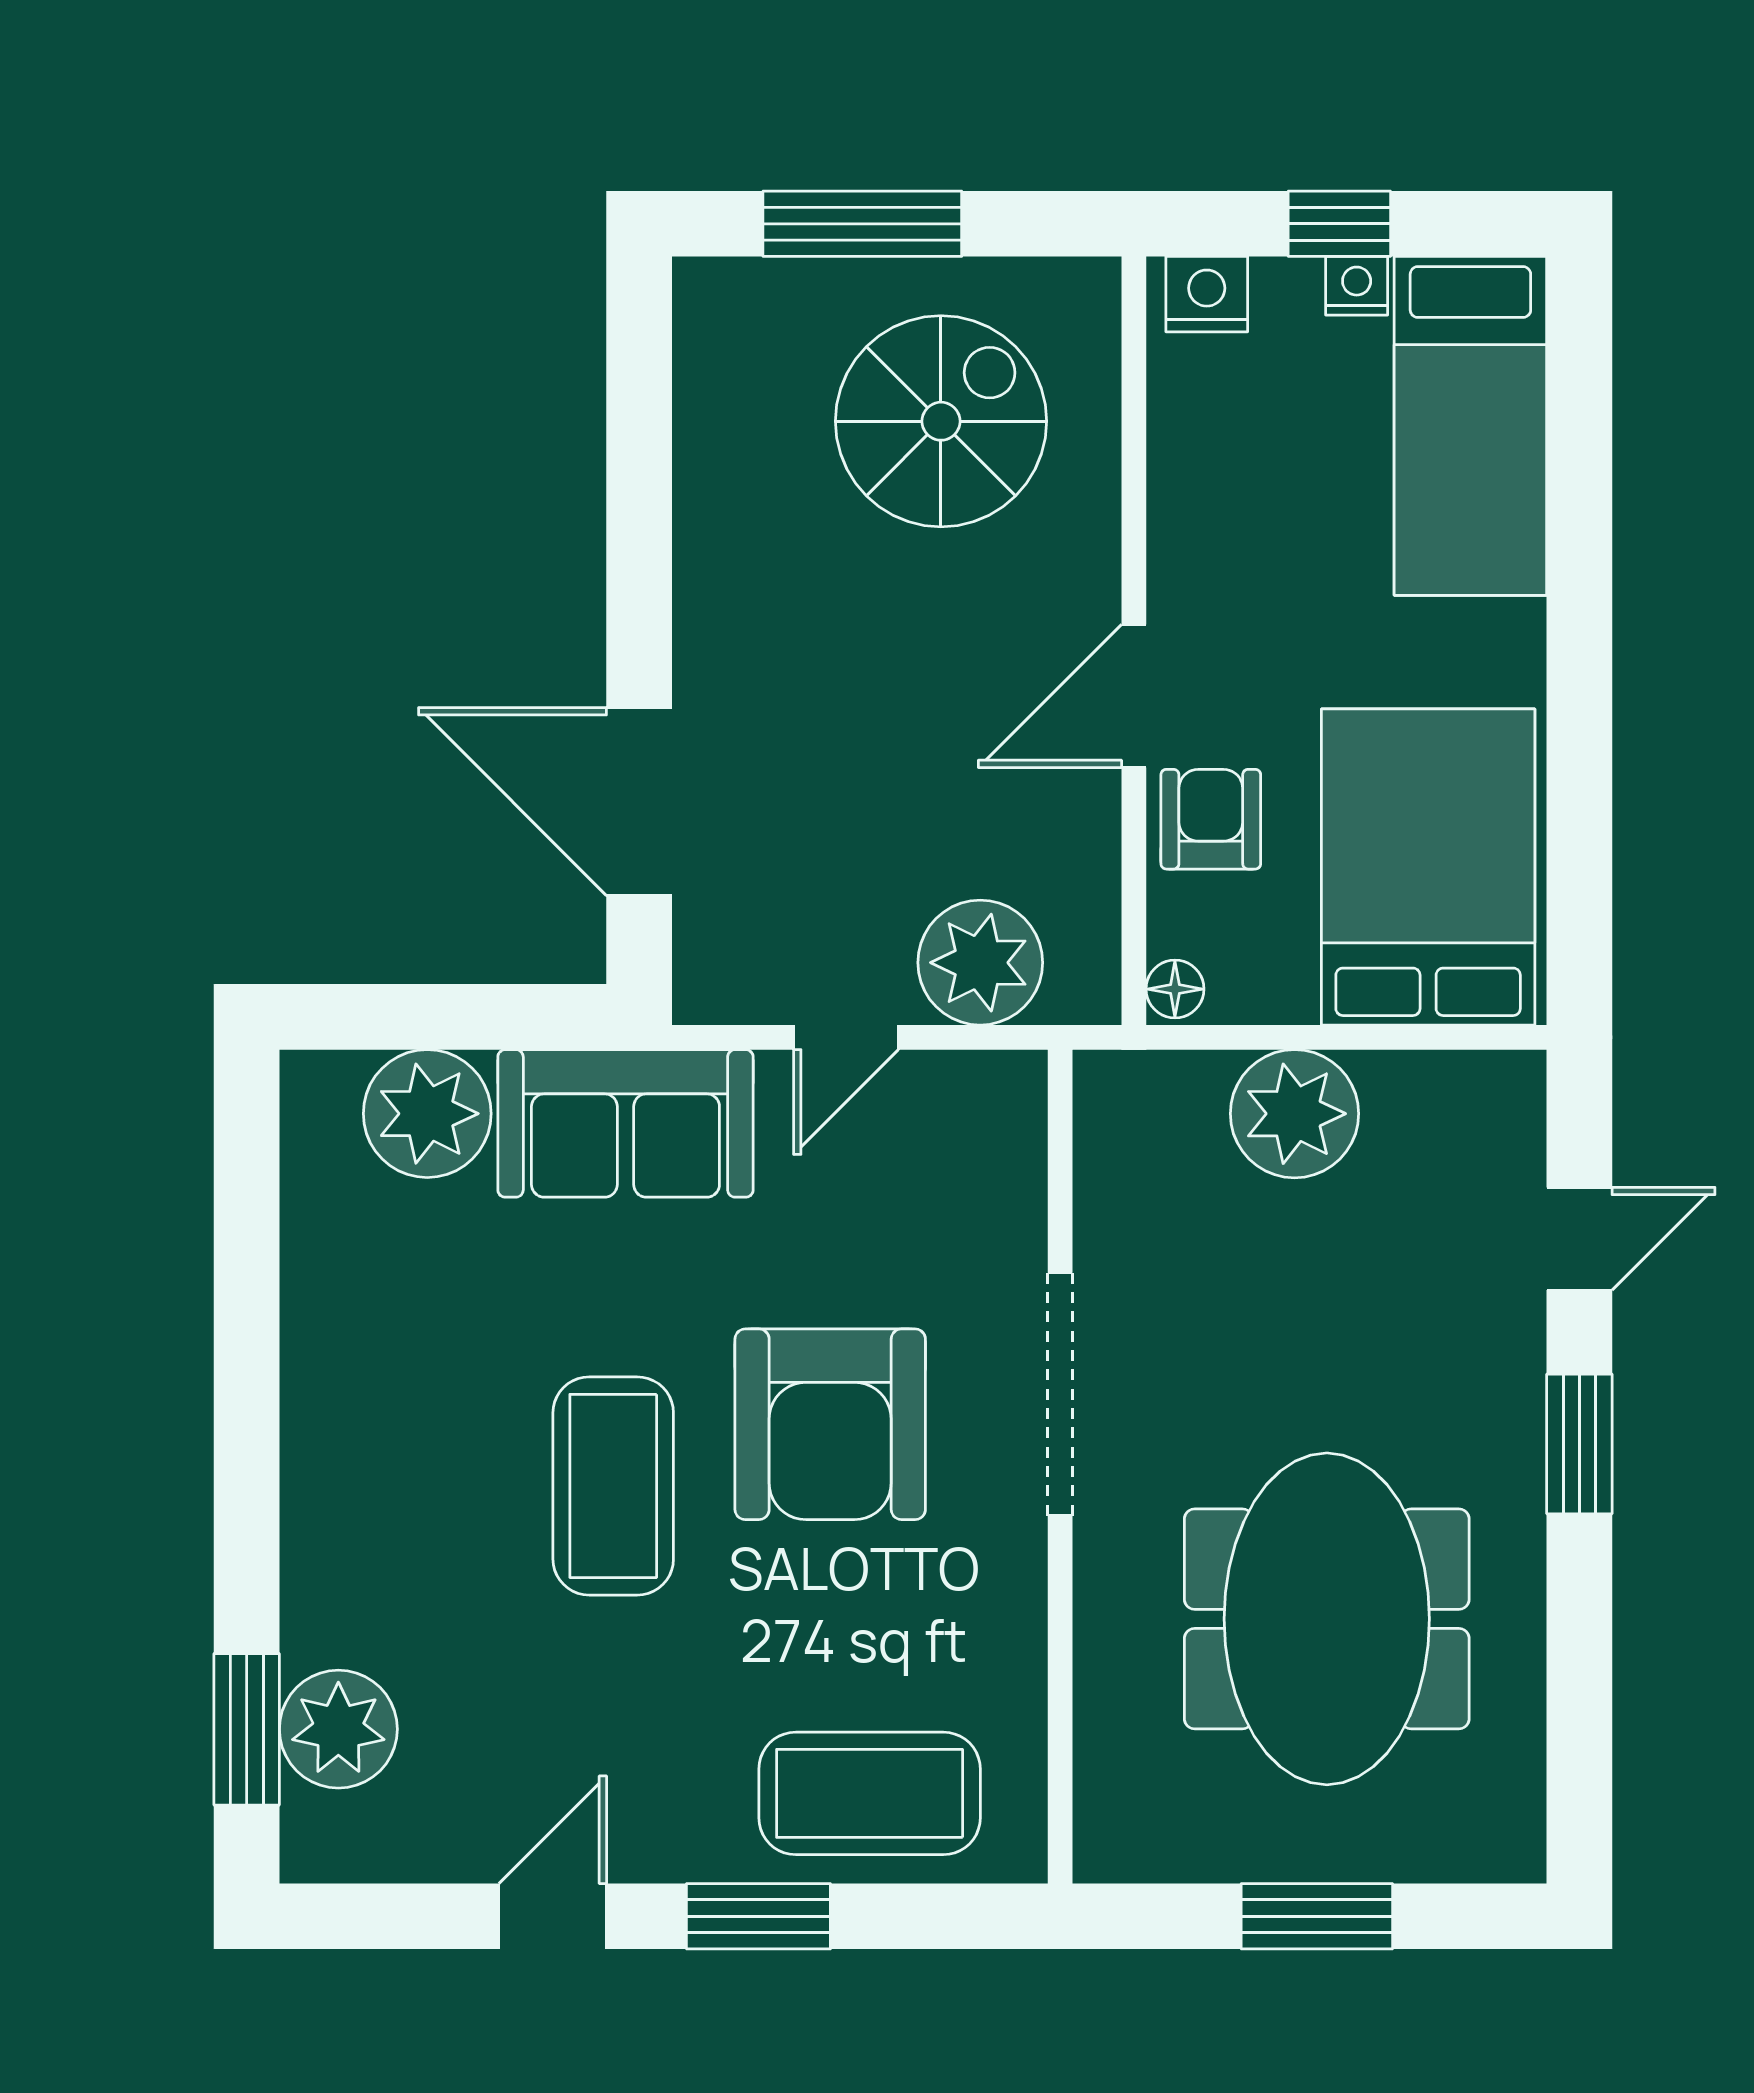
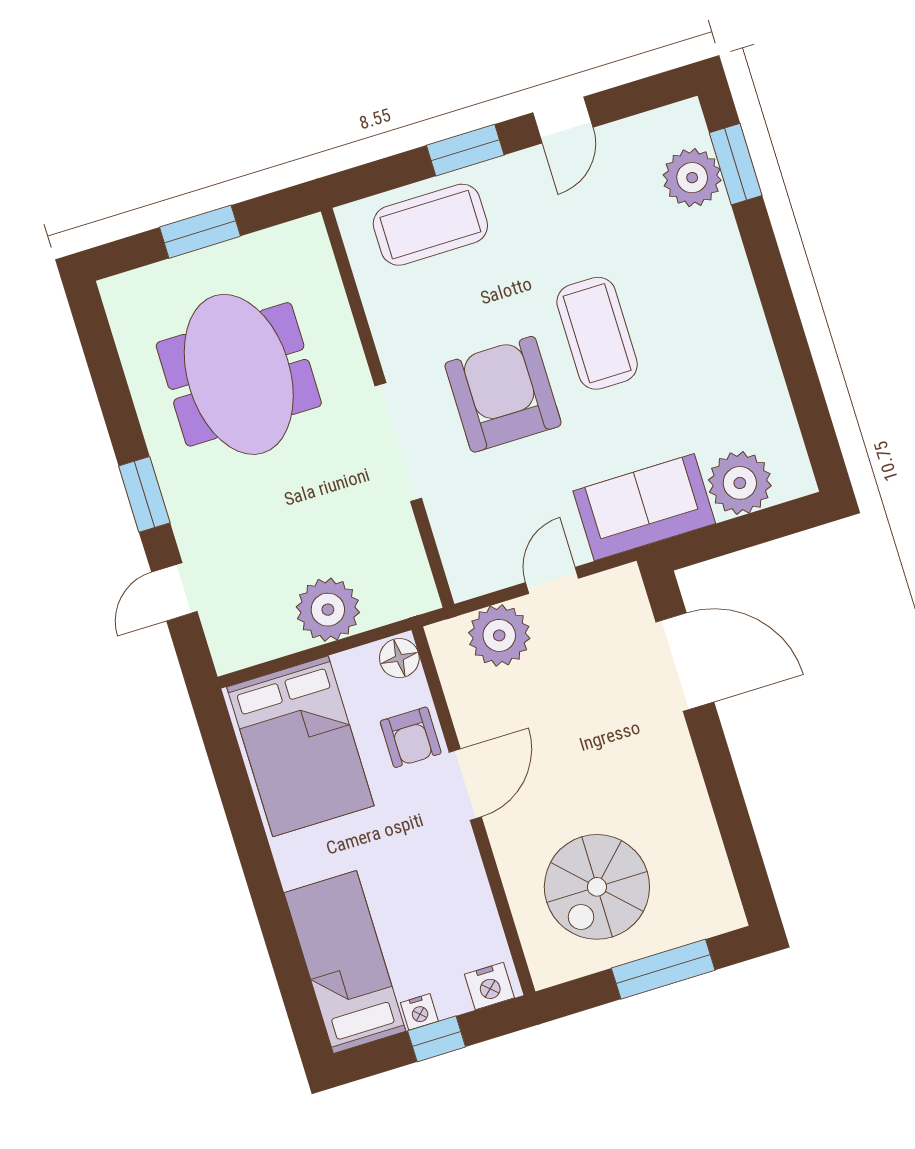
floor lamp: (1175, 989) -> (399, 658), width x1.37, depth x1.37

